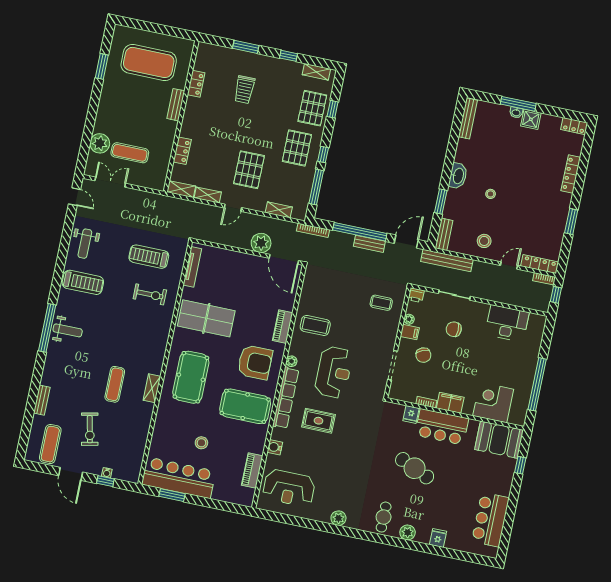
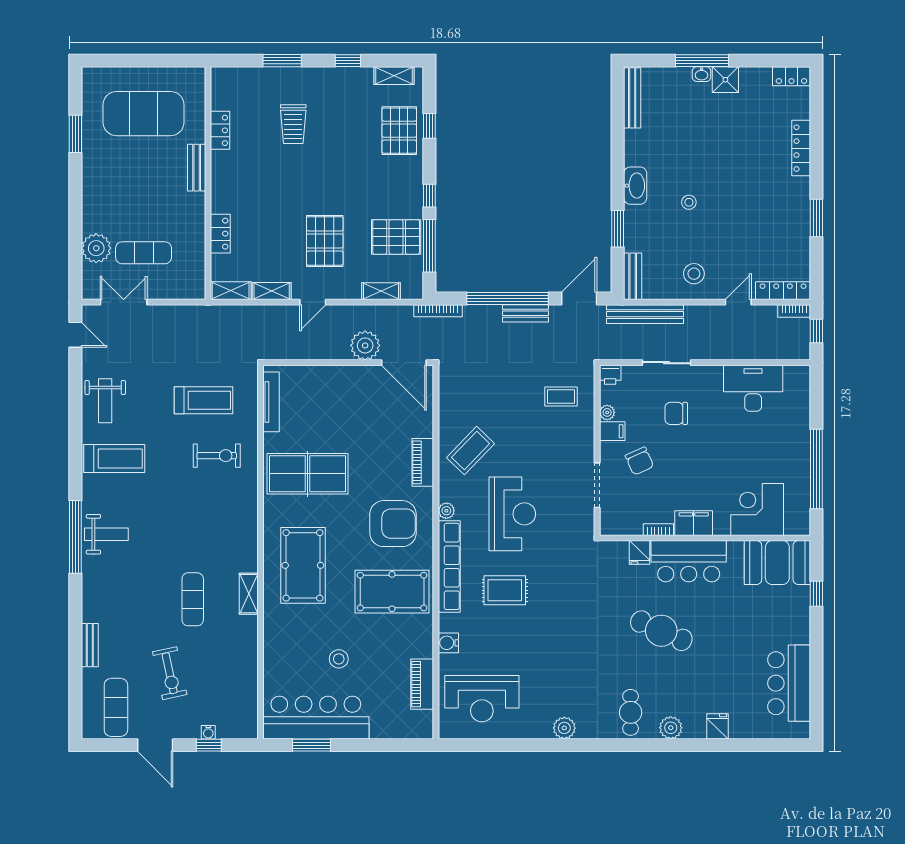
pallet: (297, 148) -> (396, 237), moved, turned 90
treadmill: (149, 257) -> (204, 400), turned 180
coffee table: (315, 325) -> (471, 451), turned -46

